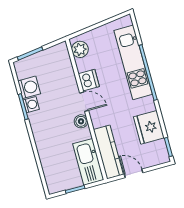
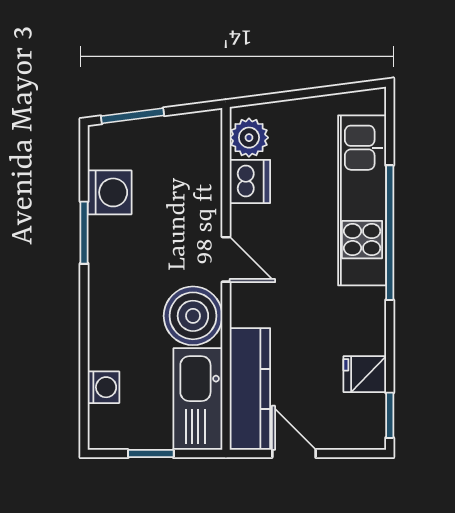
dishwasher: (89, 80) -> (250, 181), moved
washing machine: (31, 105) -> (104, 387), moved
boiler: (81, 121) -> (193, 316), width x1.86, depth x1.86
fridge: (149, 127) -> (365, 374), width x0.53, depth x0.75

